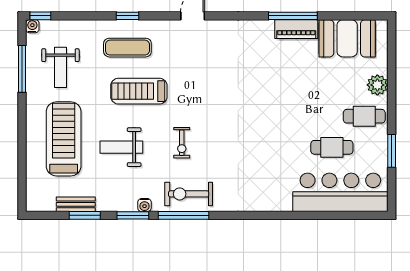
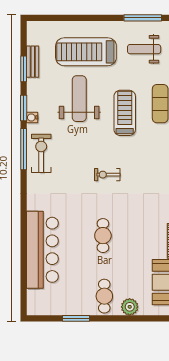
treadmill: (64, 139) -> (86, 52), turned 180
exercise bike: (182, 143) -> (107, 175), moved
weight bench: (121, 147) -> (79, 99), width x1.36, depth x1.33
cafe table: (332, 147) -> (103, 236), moved
bar counter: (340, 192) -> (42, 250), moved

